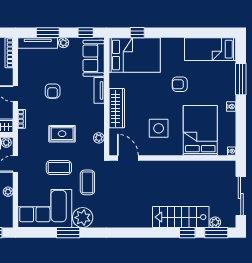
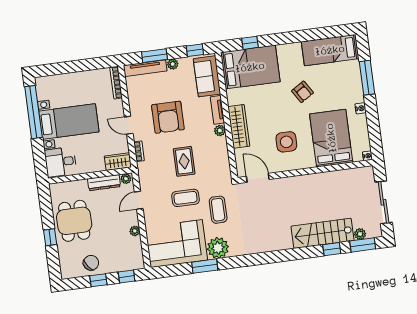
armchair: (180, 84) -> (303, 92), turned -122
armchair: (53, 91) -> (168, 117), width x1.88, depth x1.88
rug: (62, 134) -> (184, 161), turned 90
plant: (99, 138) -> (220, 131), moved

